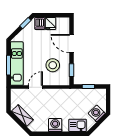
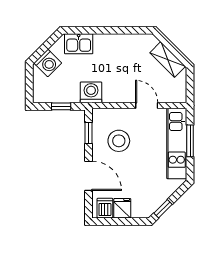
dishwasher: (40, 24) -> (105, 208), moved
door: (35, 87) -> (147, 106), swing flipped
washing machine: (55, 125) -> (91, 92), moved, turned 180

